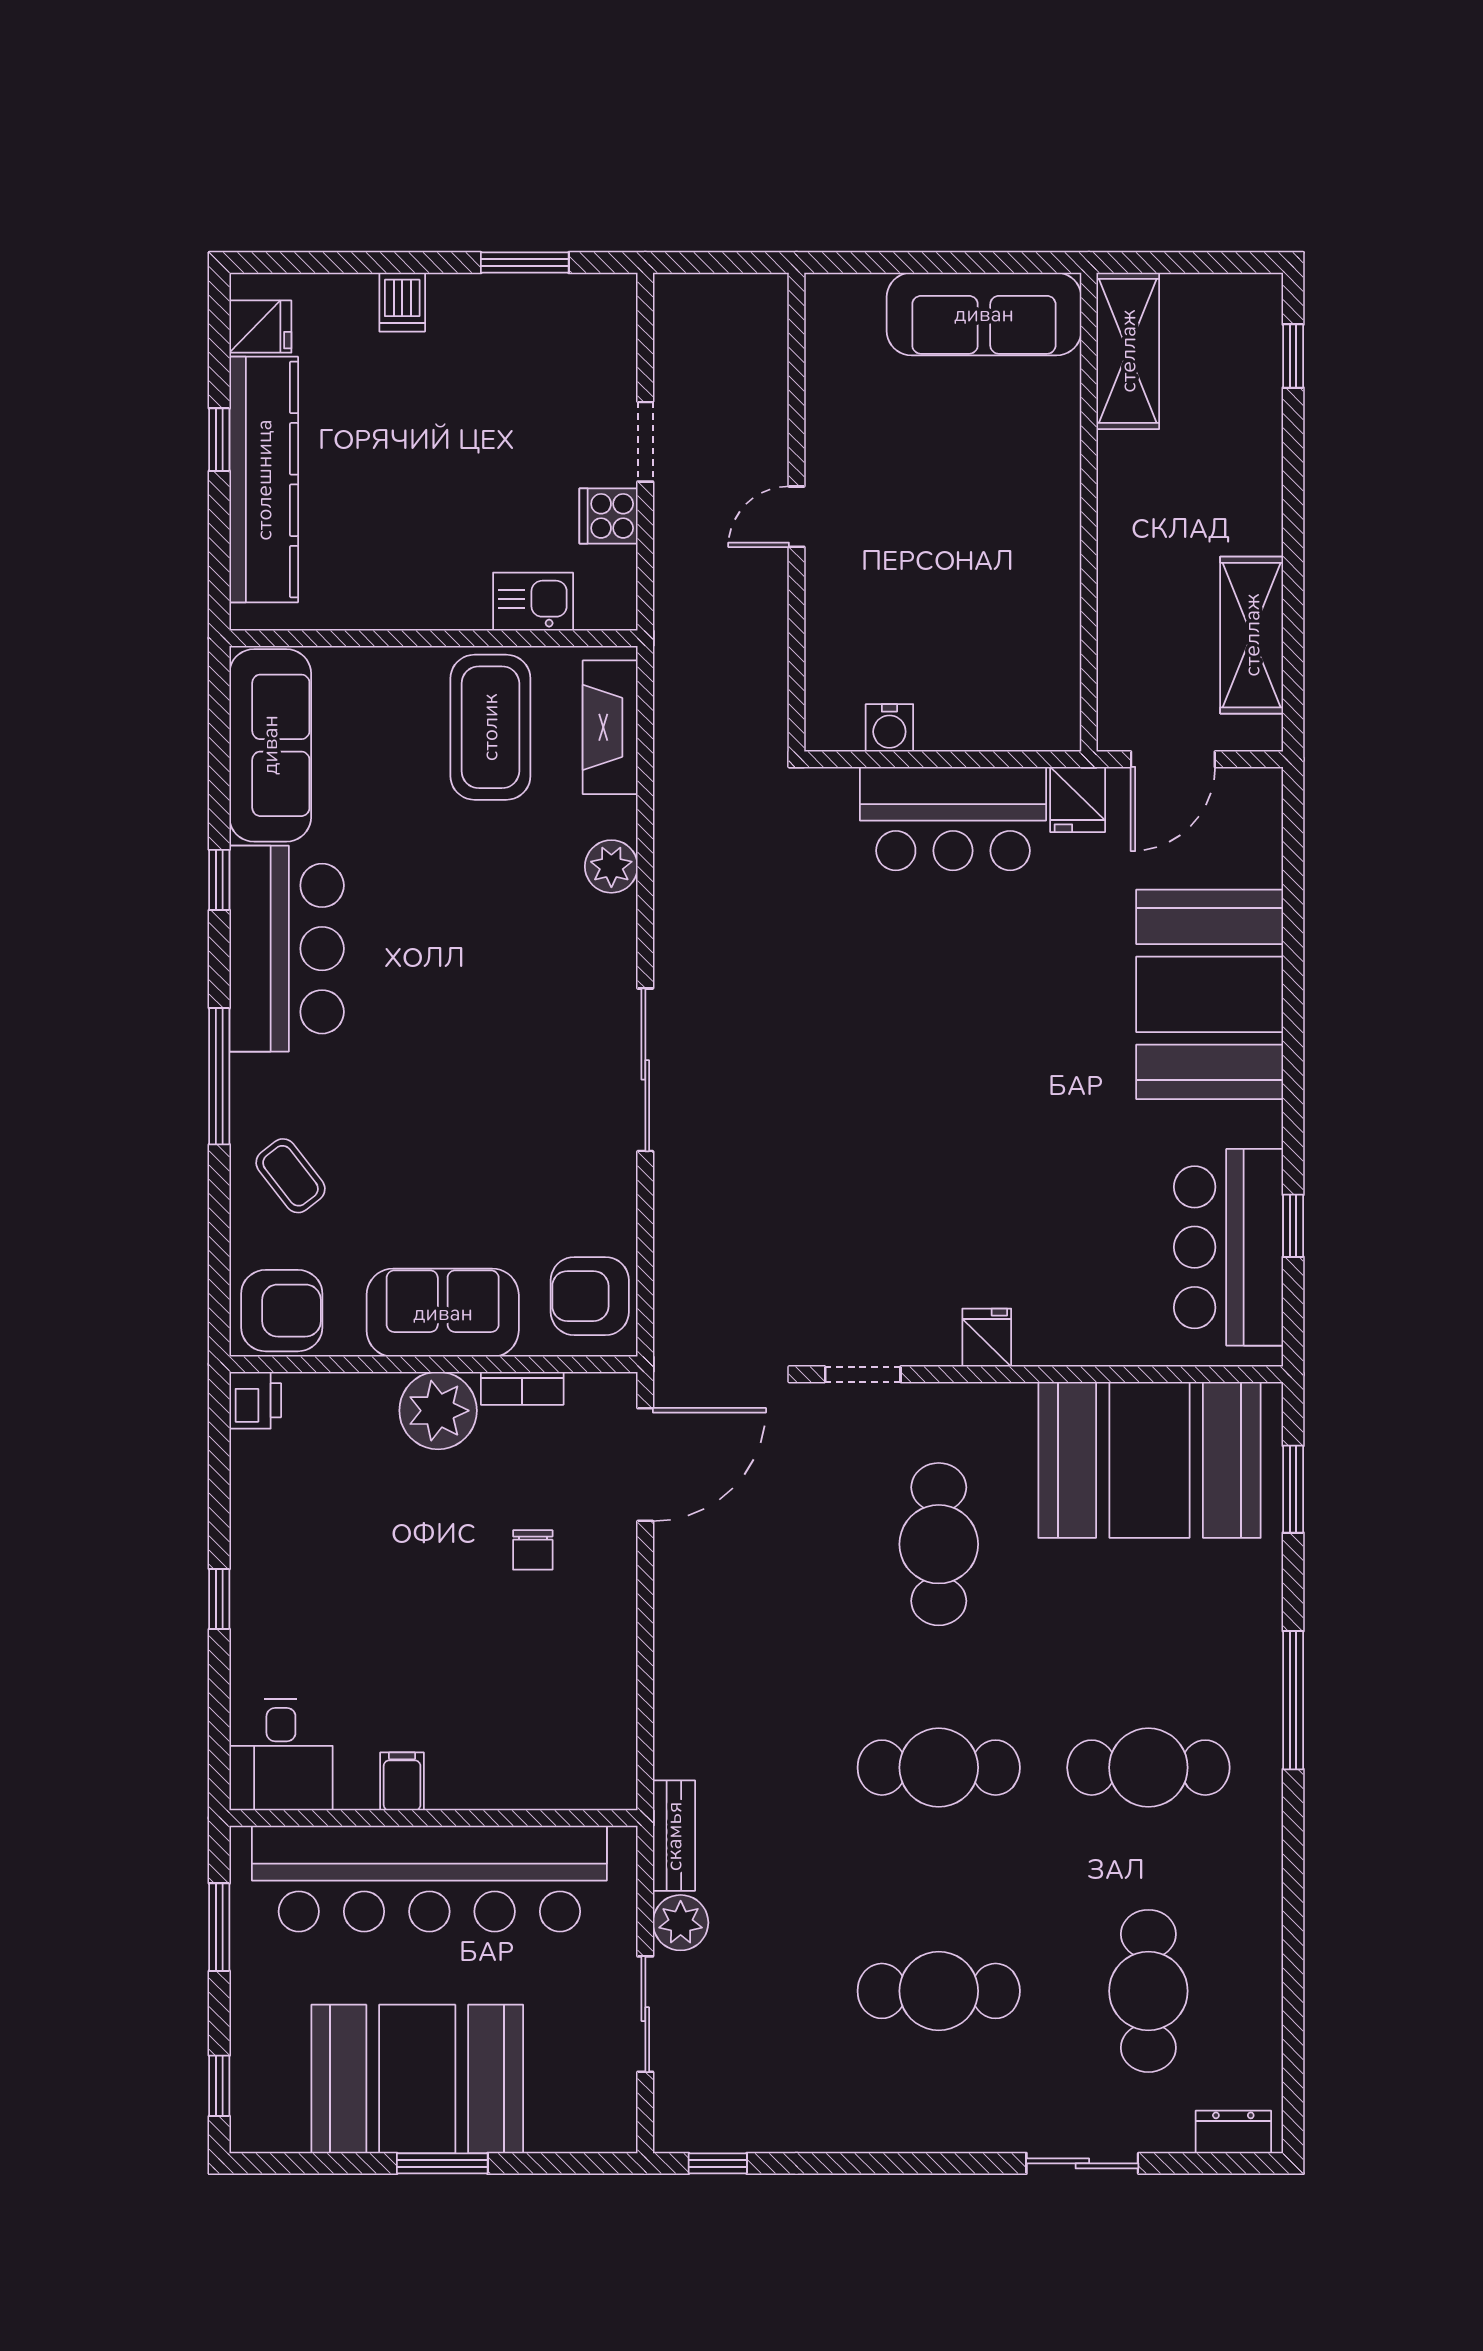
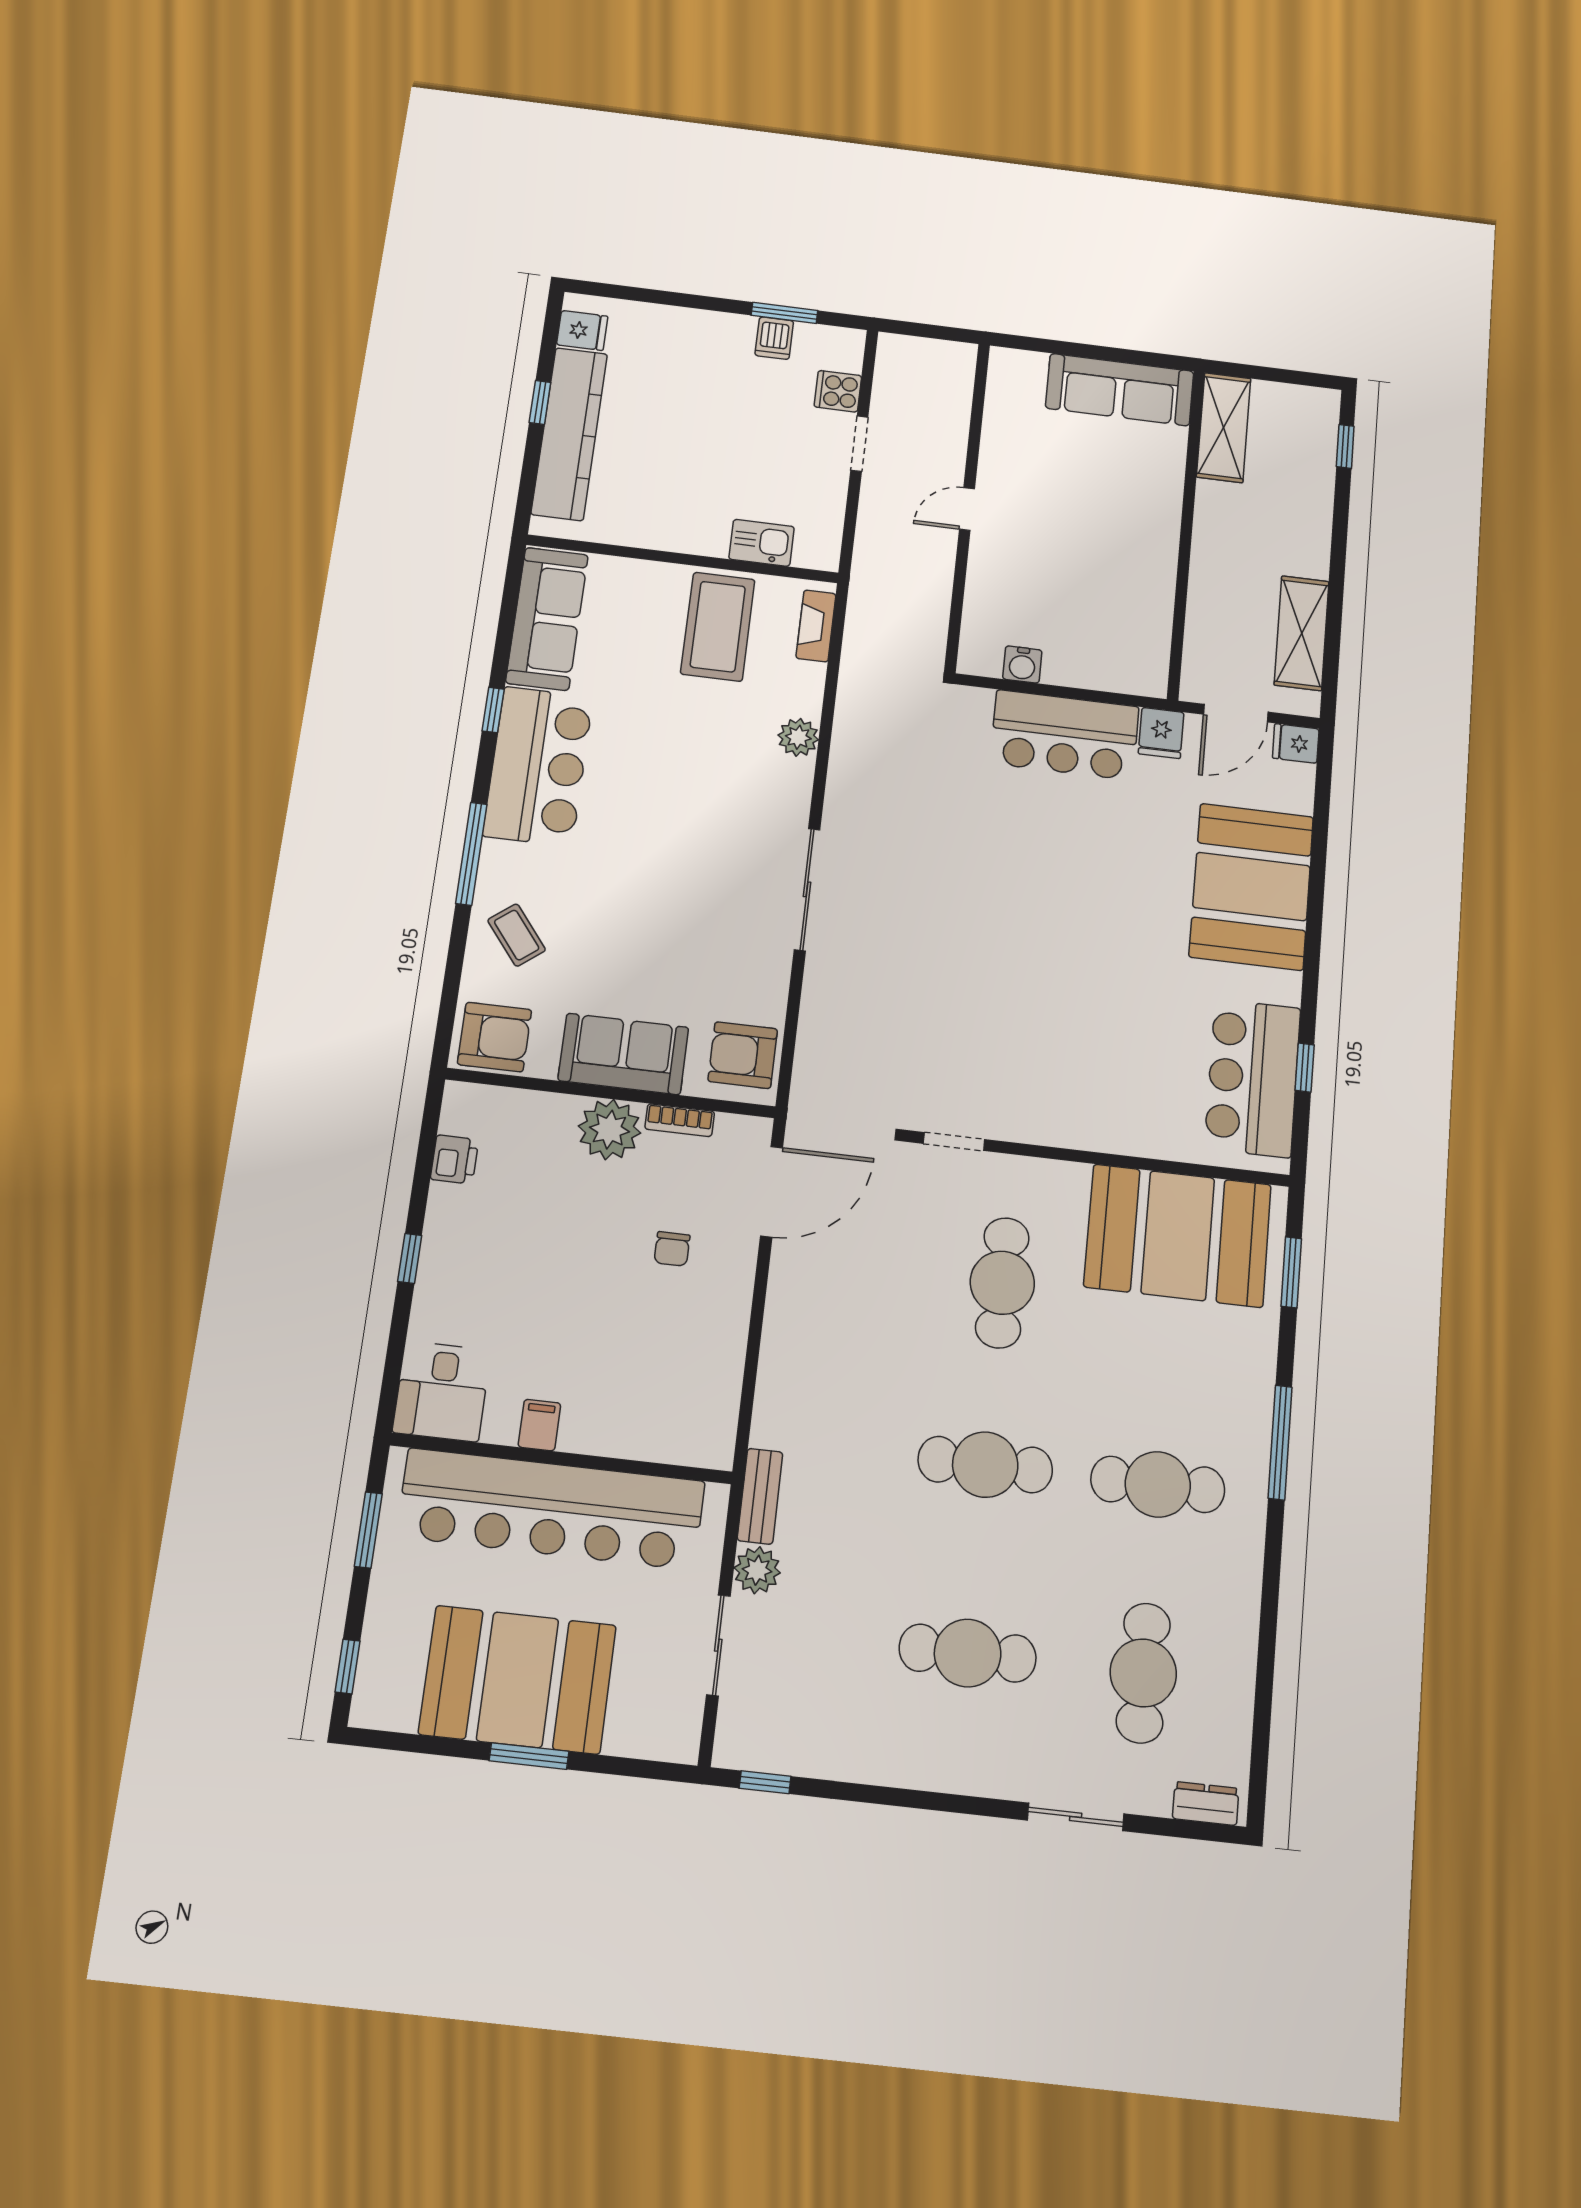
dishwasher: (402, 302) -> (774, 338), moved
cooker: (609, 516) -> (838, 391), moved
fireplace: (610, 727) -> (816, 626), width x0.73, depth x0.76
fridge: (987, 1338) -> (1296, 743), moved, turned -90
printer: (255, 1400) -> (455, 1159), moved

